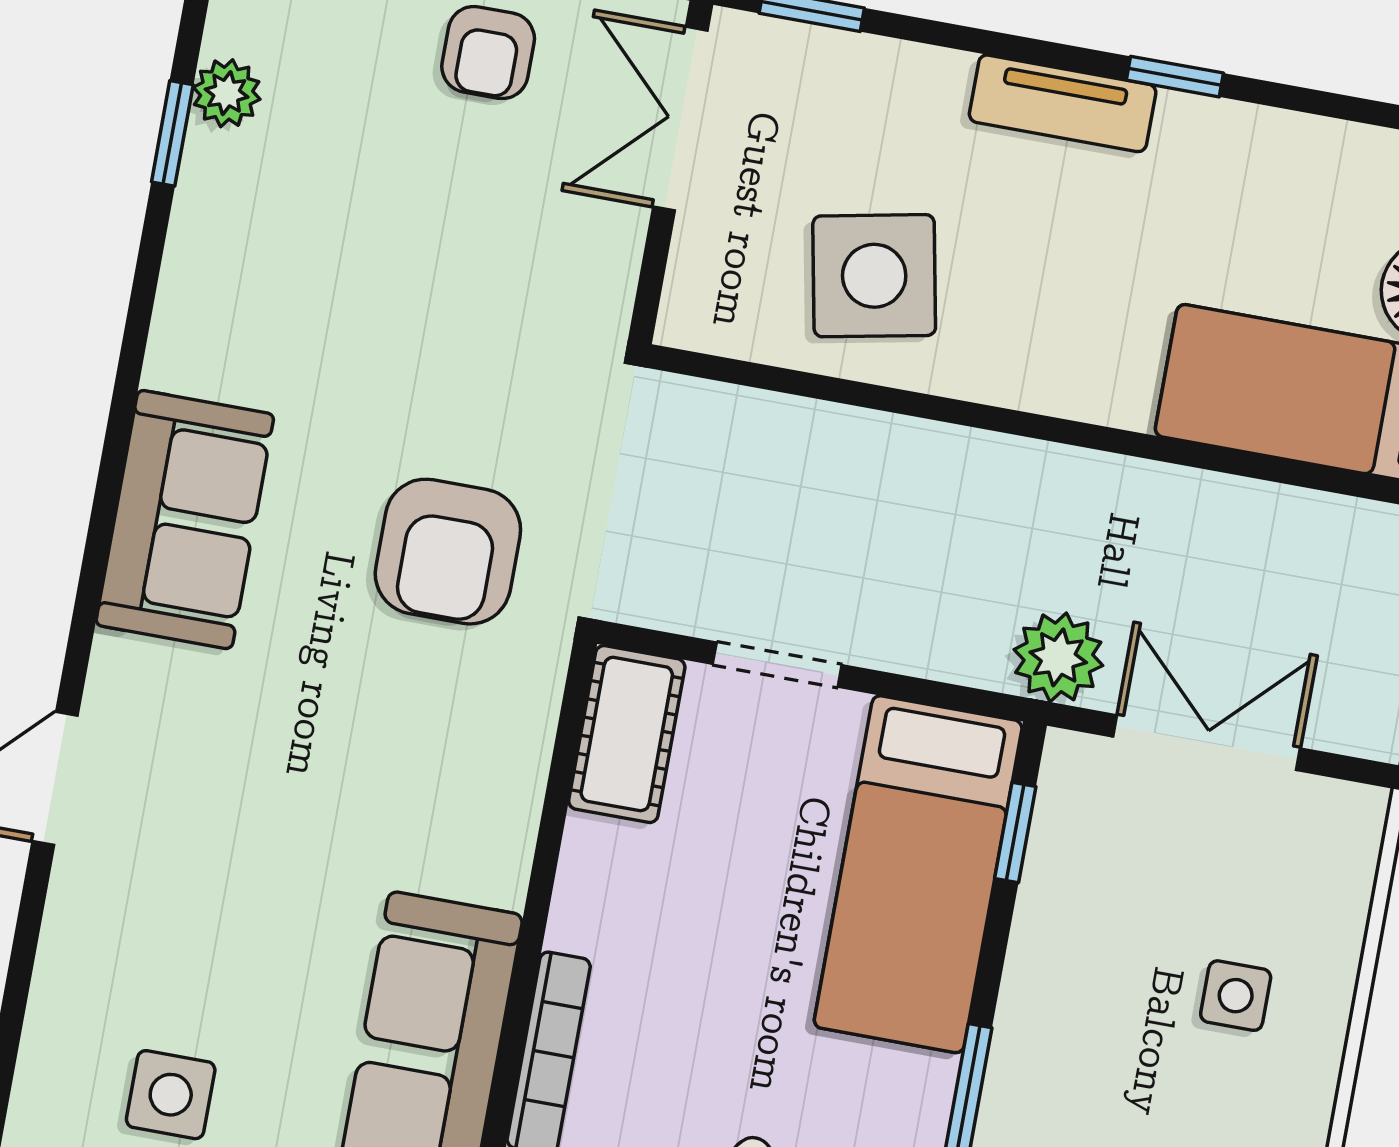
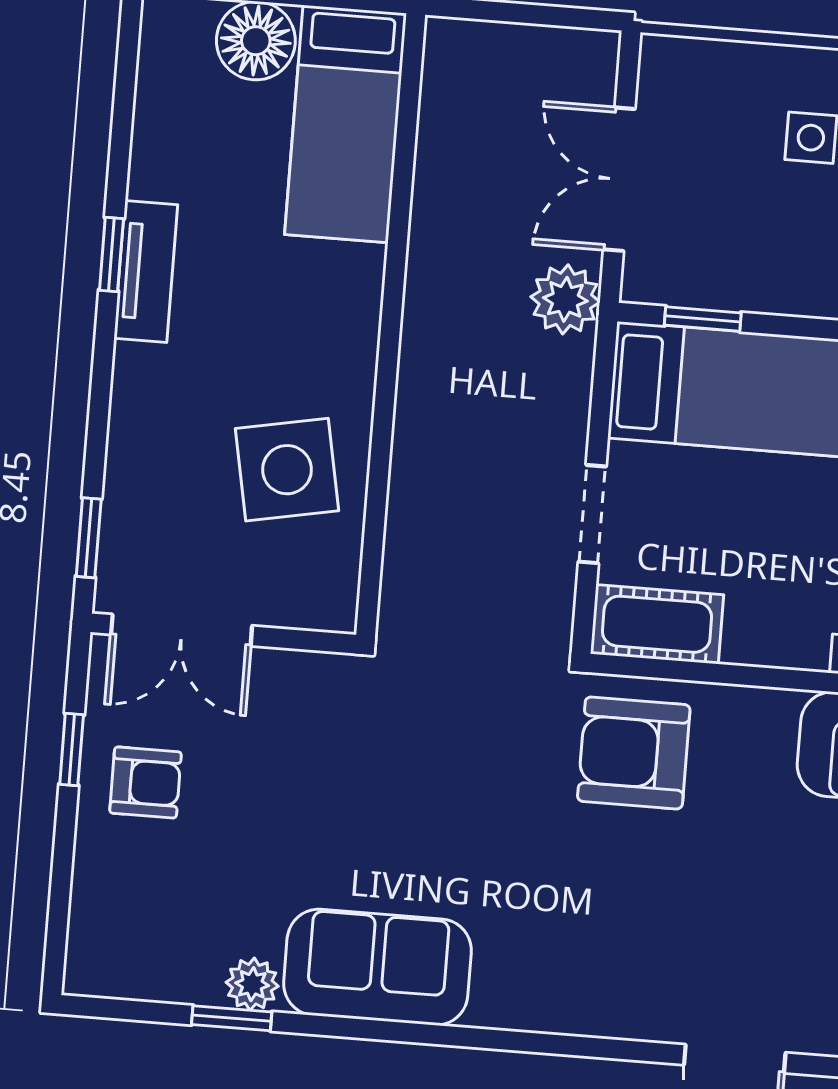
plant: (227, 93) -> (252, 984), moved
tv unit: (1063, 103) -> (146, 272), moved
sofa: (185, 520) -> (377, 967), moved
armchair: (448, 552) -> (634, 753), moved, turned 180

